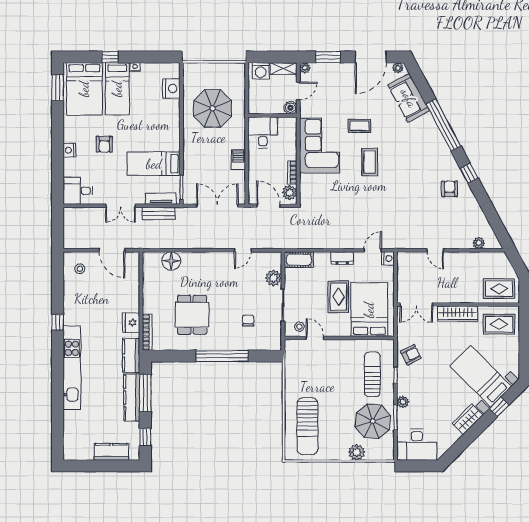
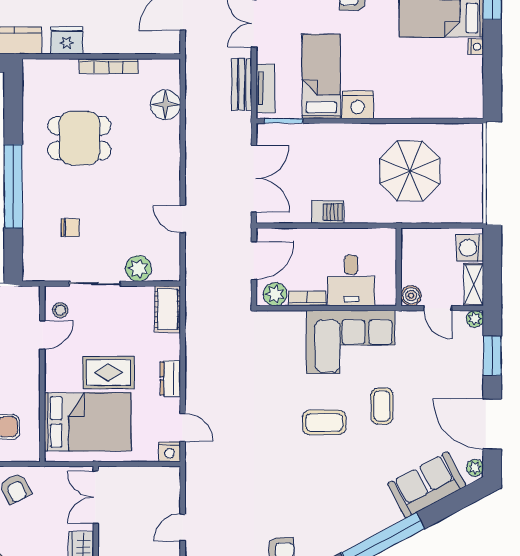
nightstand: (171, 88) -> (358, 105), moved
desk: (263, 133) -> (351, 281), moved, turned 90
bookcase: (147, 332) -> (109, 66), moved

